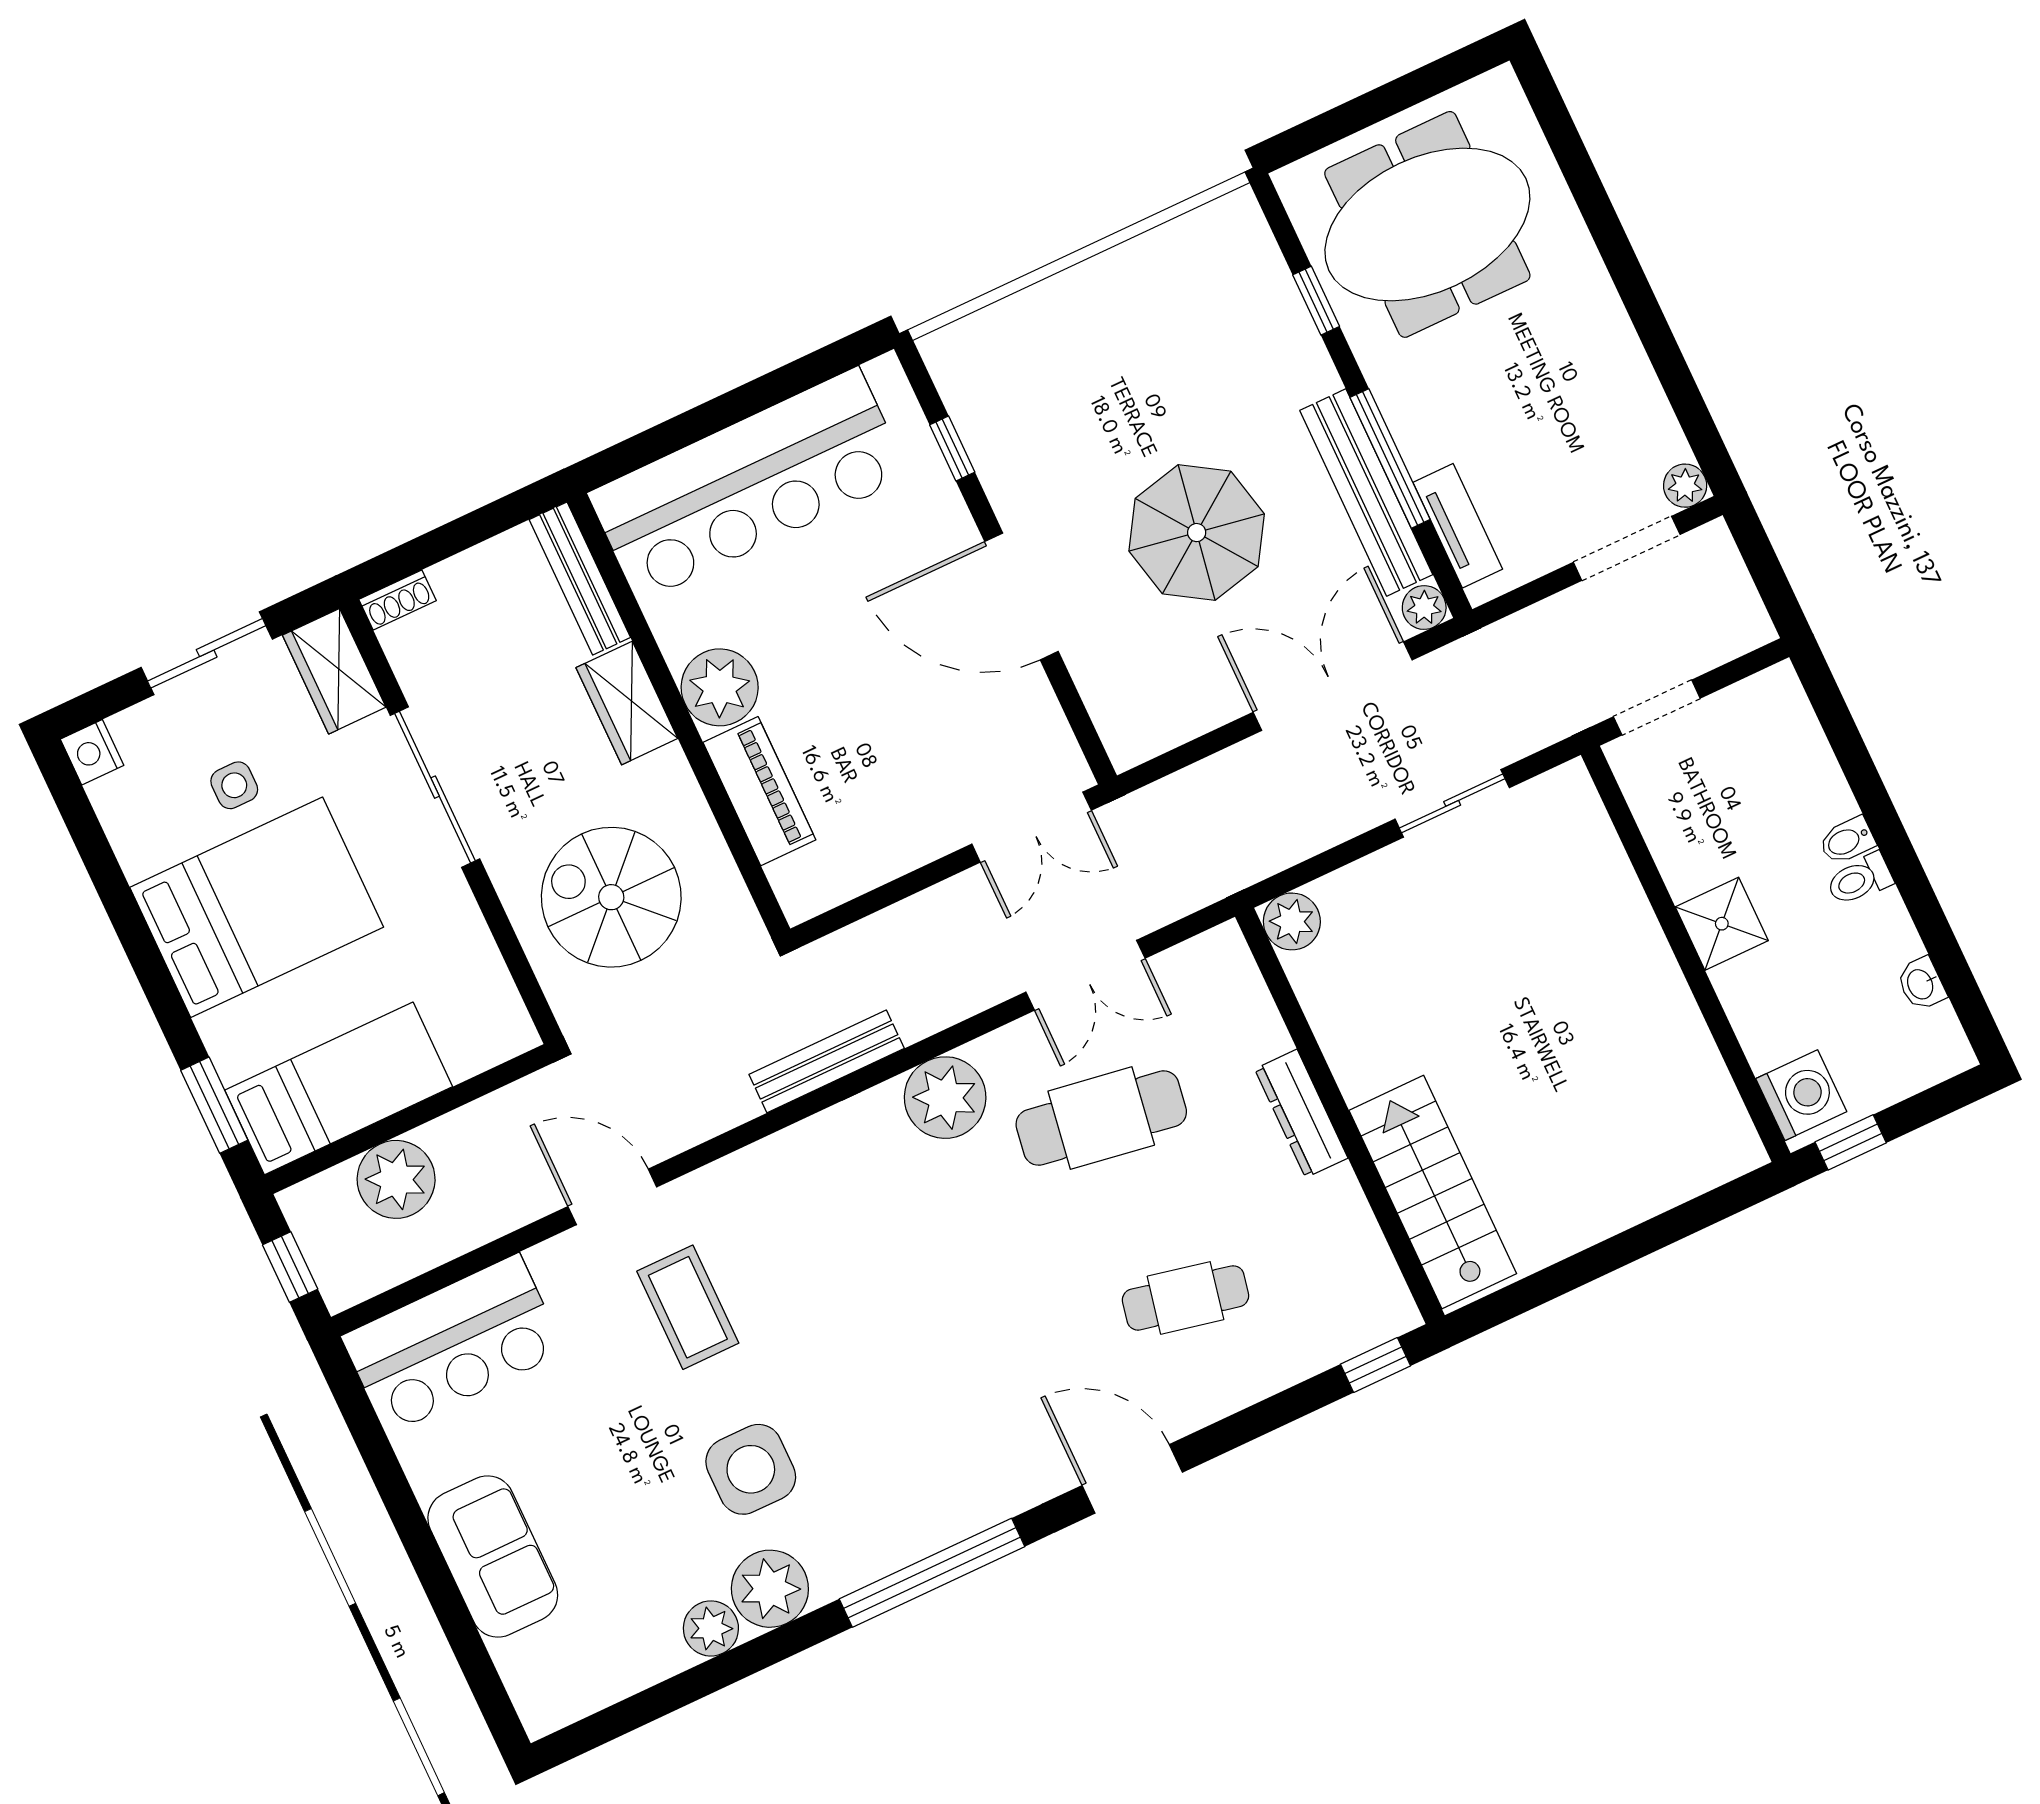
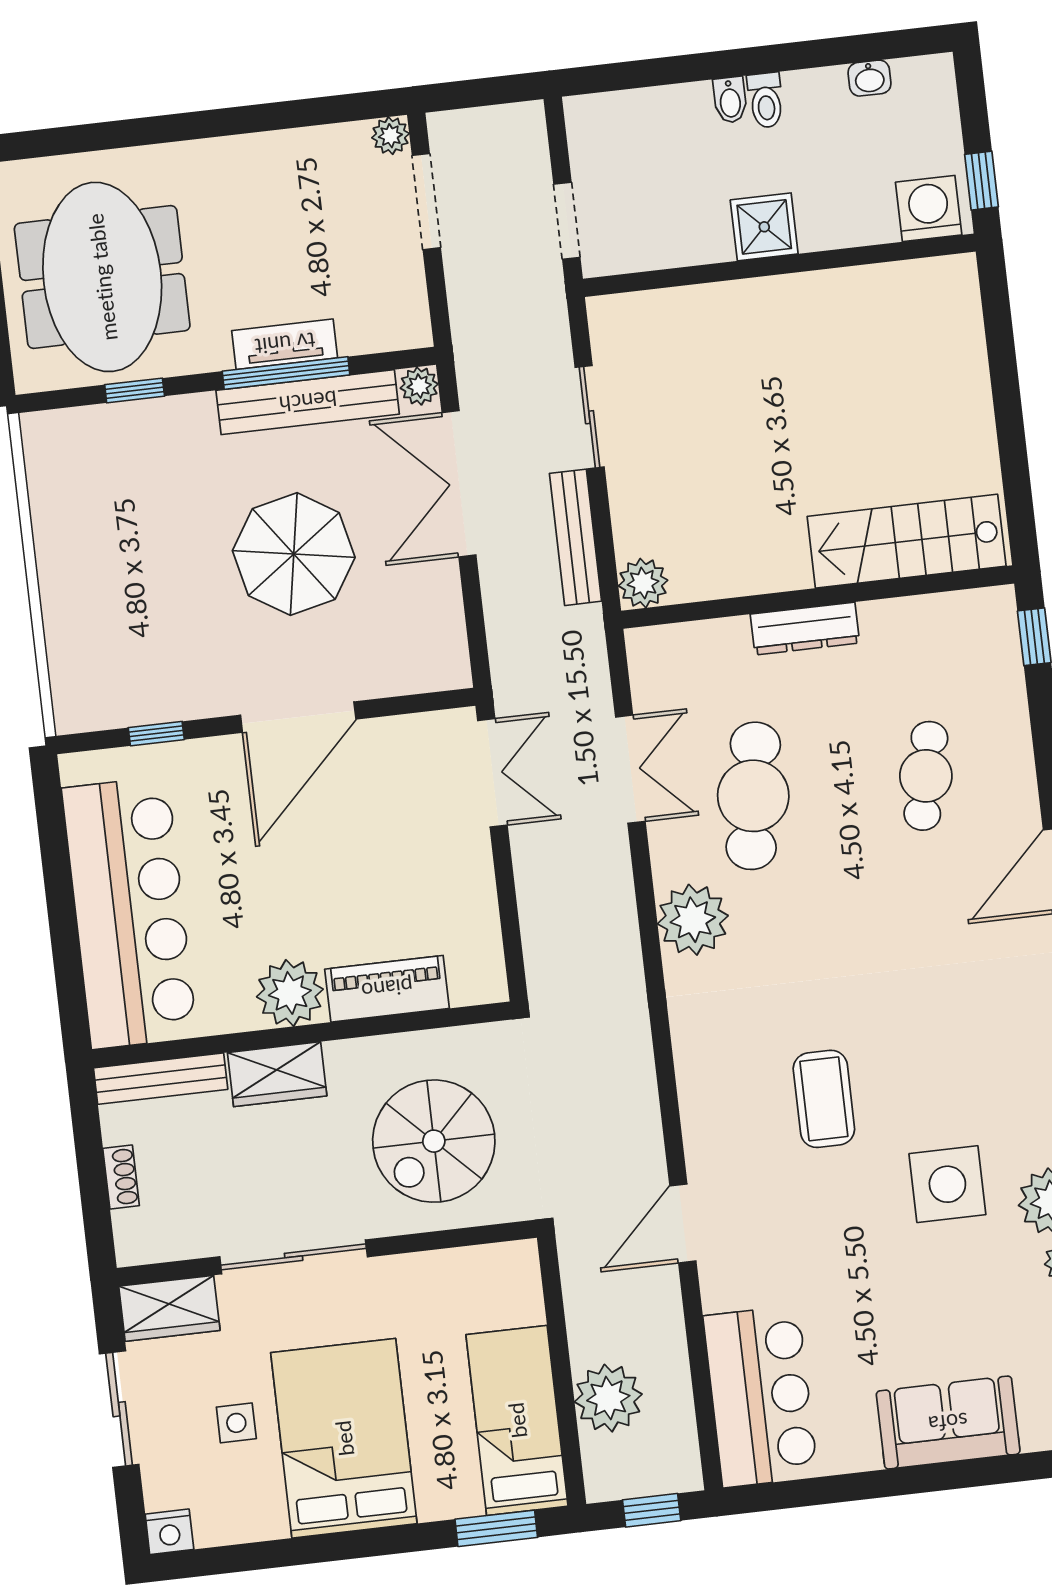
tv unit: (1458, 526) -> (285, 344), moved
shoe rack: (398, 600) -> (121, 1177), moved
bench: (827, 1061) -> (575, 537), moved
coffee table: (688, 1307) -> (824, 1099), moved, turned 90

